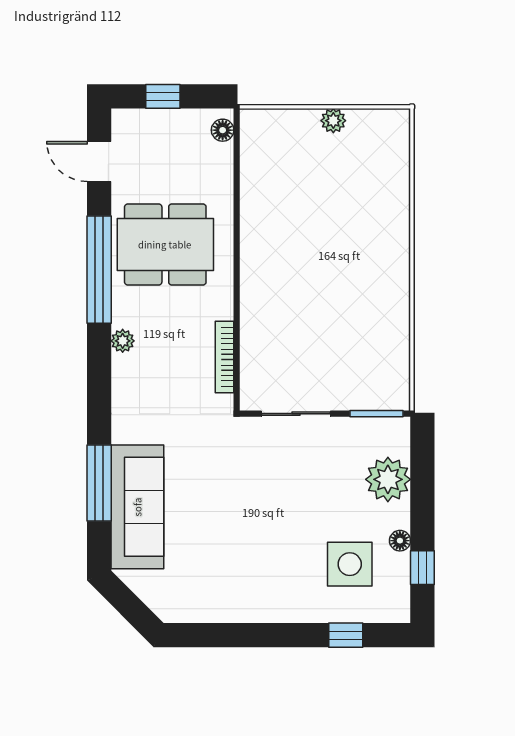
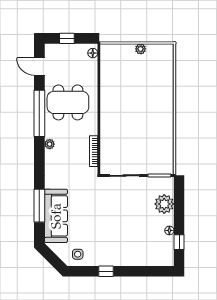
side table: (350, 564) -> (78, 254), moved, width x0.54, depth x0.54
window: (346, 635) -> (106, 271), moved

